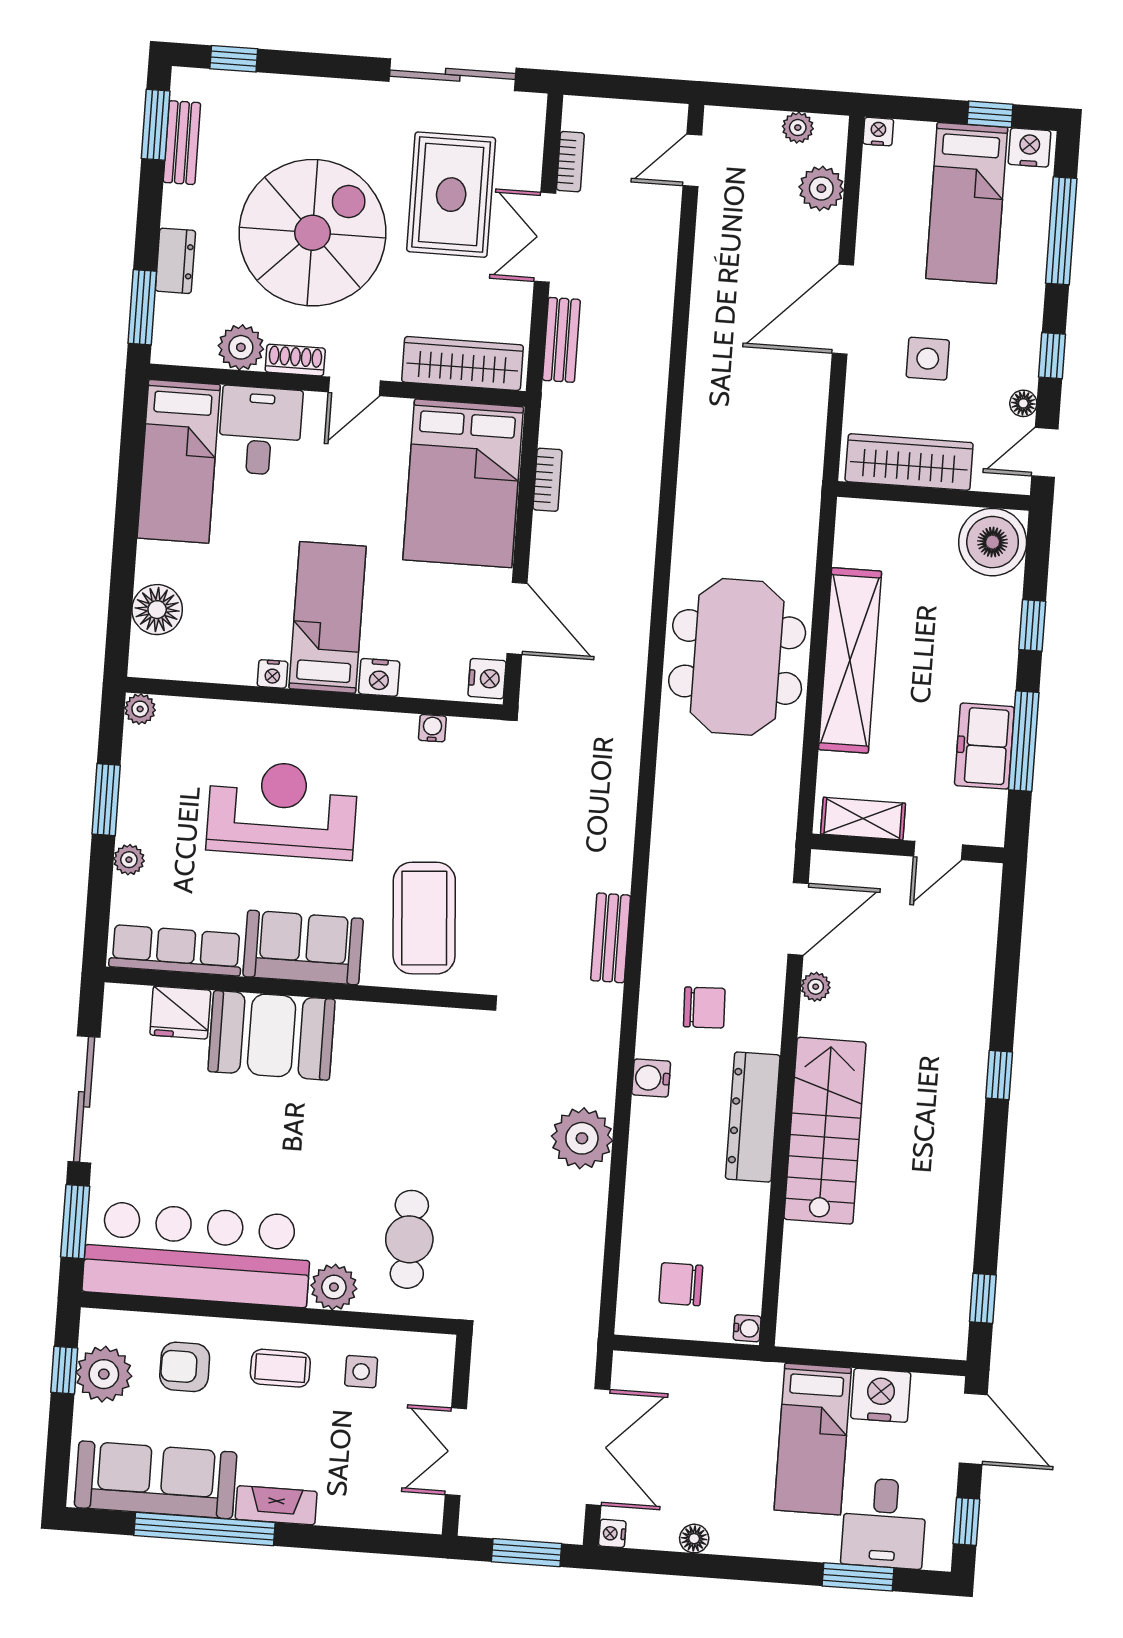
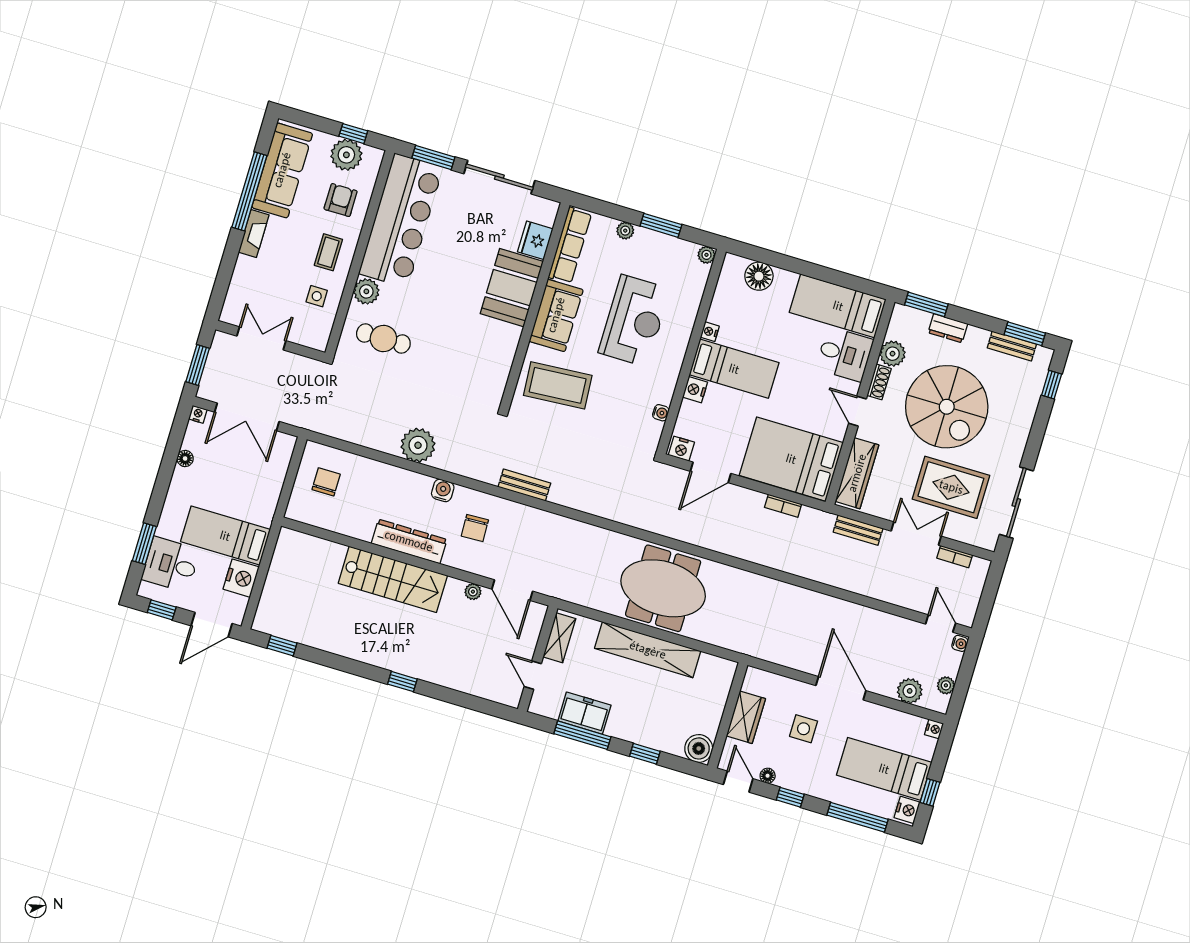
wardrobe: (909, 462) -> (746, 717), width x0.67
boiler: (993, 542) -> (699, 748), width x0.73, depth x0.73
water cooler: (747, 1328) -> (960, 643), moved, turned -90

